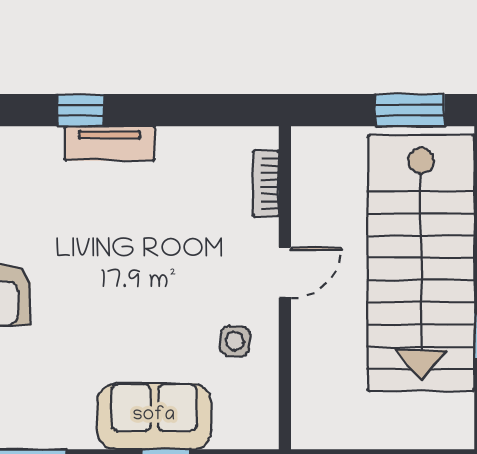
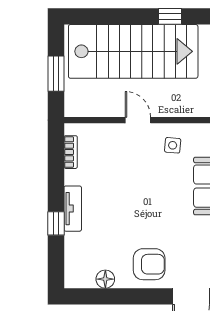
window: (410, 110) -> (56, 74), moved
bookcase: (266, 184) -> (71, 152), moved, turned -90

